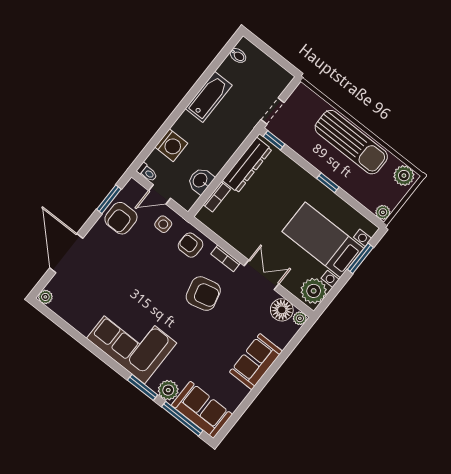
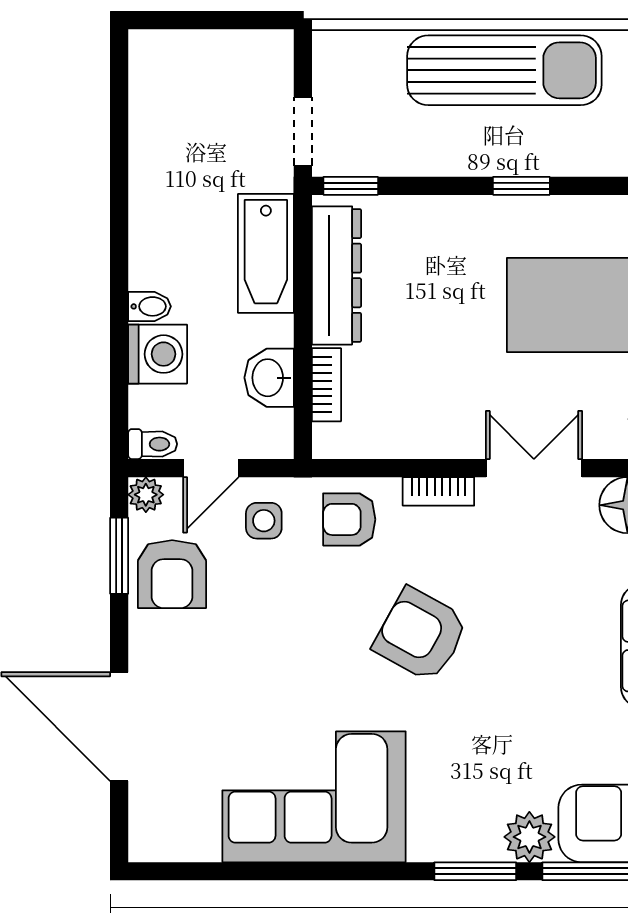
bidet: (238, 55) -> (150, 306), moved
bathtub: (209, 97) -> (266, 253), moved, turned 180
armchair: (203, 294) -> (421, 635), moved, turned -137
plant: (45, 297) -> (146, 495), moved
corner sofa: (132, 341) -> (314, 797), moved

